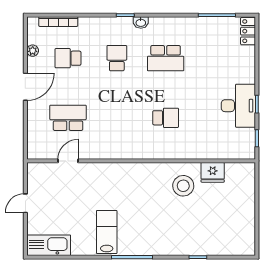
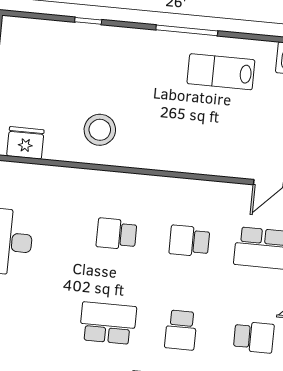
school desk: (117, 118) -> (189, 241), added
fridge: (213, 172) -> (25, 143), moved
lab bench: (107, 232) -> (221, 72), turned 90

